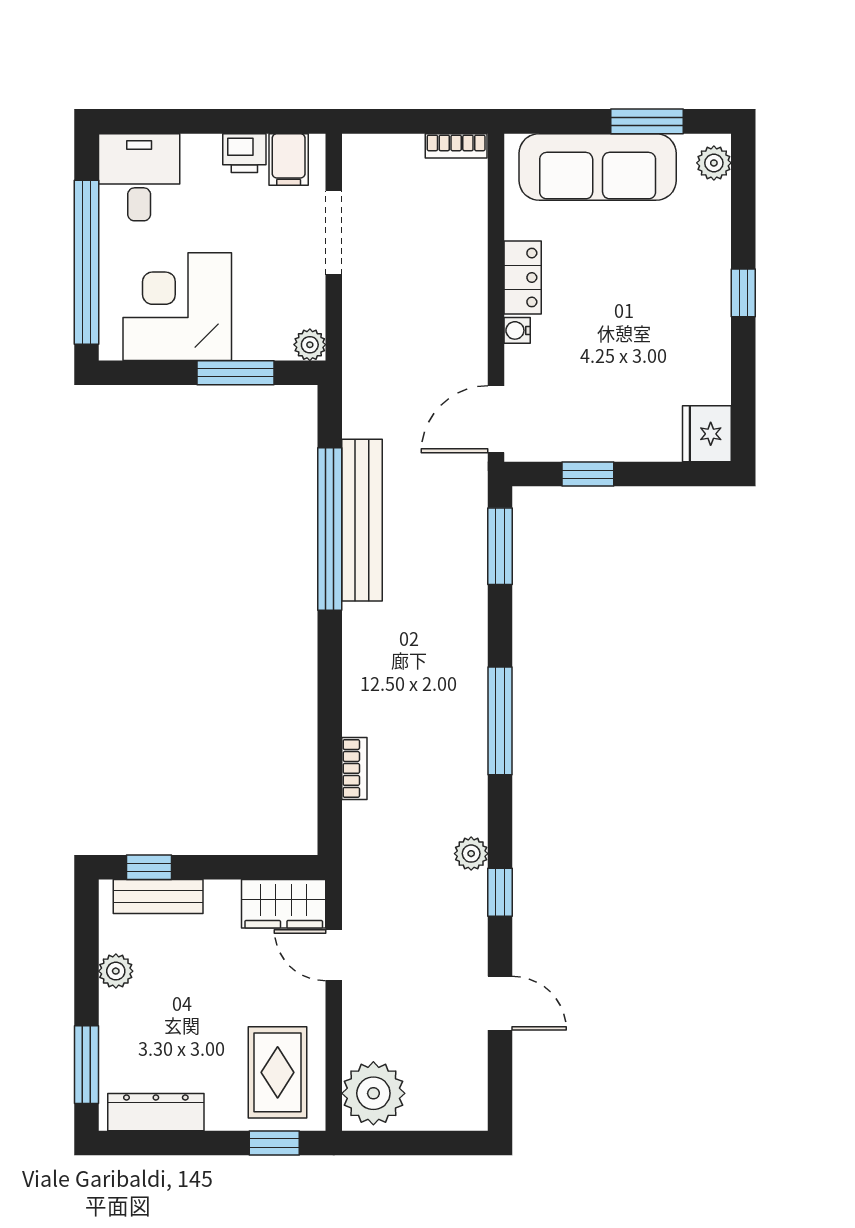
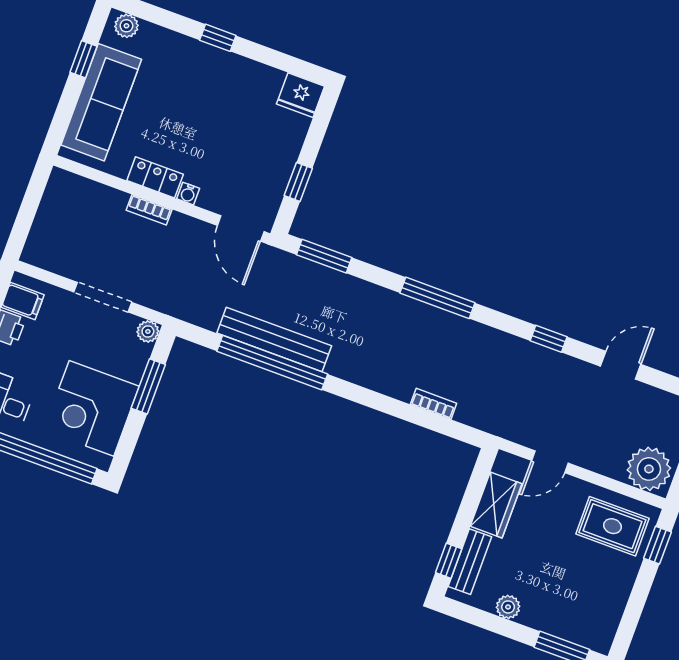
window: (647, 121) -> (83, 59), width x0.67
bookcase: (456, 146) -> (149, 210), moved, turned 90
doorway: (334, 233) -> (103, 297), moved
plant: (471, 854) -> (517, 348), removed
wardrobe: (284, 904) -> (496, 505), moved
dresser: (156, 1112) -> (609, 615), removed

